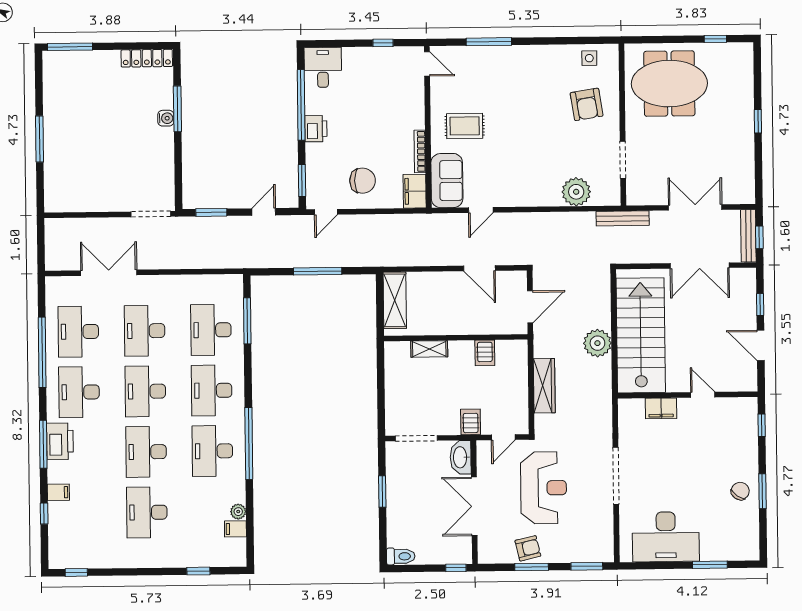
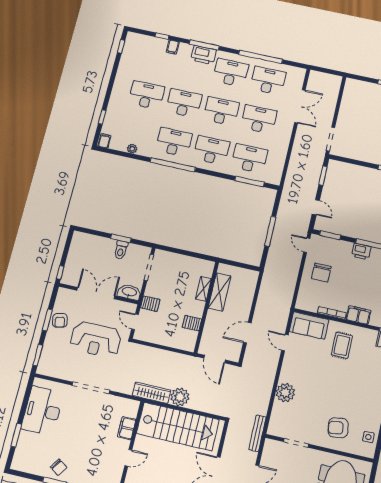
filing cabinet: (415, 191) -> (358, 315), moved
plant: (576, 192) -> (285, 393), moved
shelving: (395, 300) -> (220, 292), moved, turned 90
wardrobe: (544, 386) -> (152, 393), moved, turned 180
filing cabinet: (235, 529) -> (104, 141), moved
toilet: (401, 556) -> (121, 250), moved

